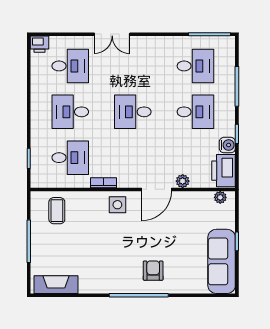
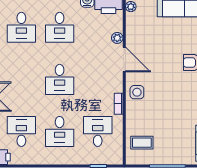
desk: (195, 66) -> (21, 27), turned 180
desk: (195, 112) -> (60, 27), turned 180

